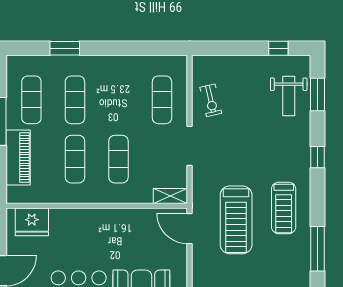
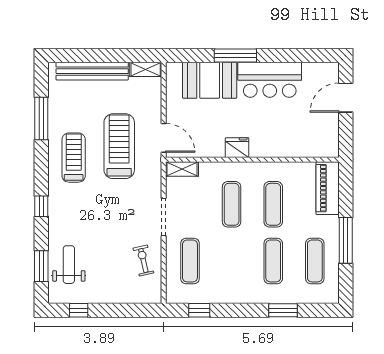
window: (152, 48) -> (199, 310), added
piano: (18, 158) -> (328, 188), moved
fridge: (32, 222) -> (237, 148), moved, width x0.73, depth x0.75

